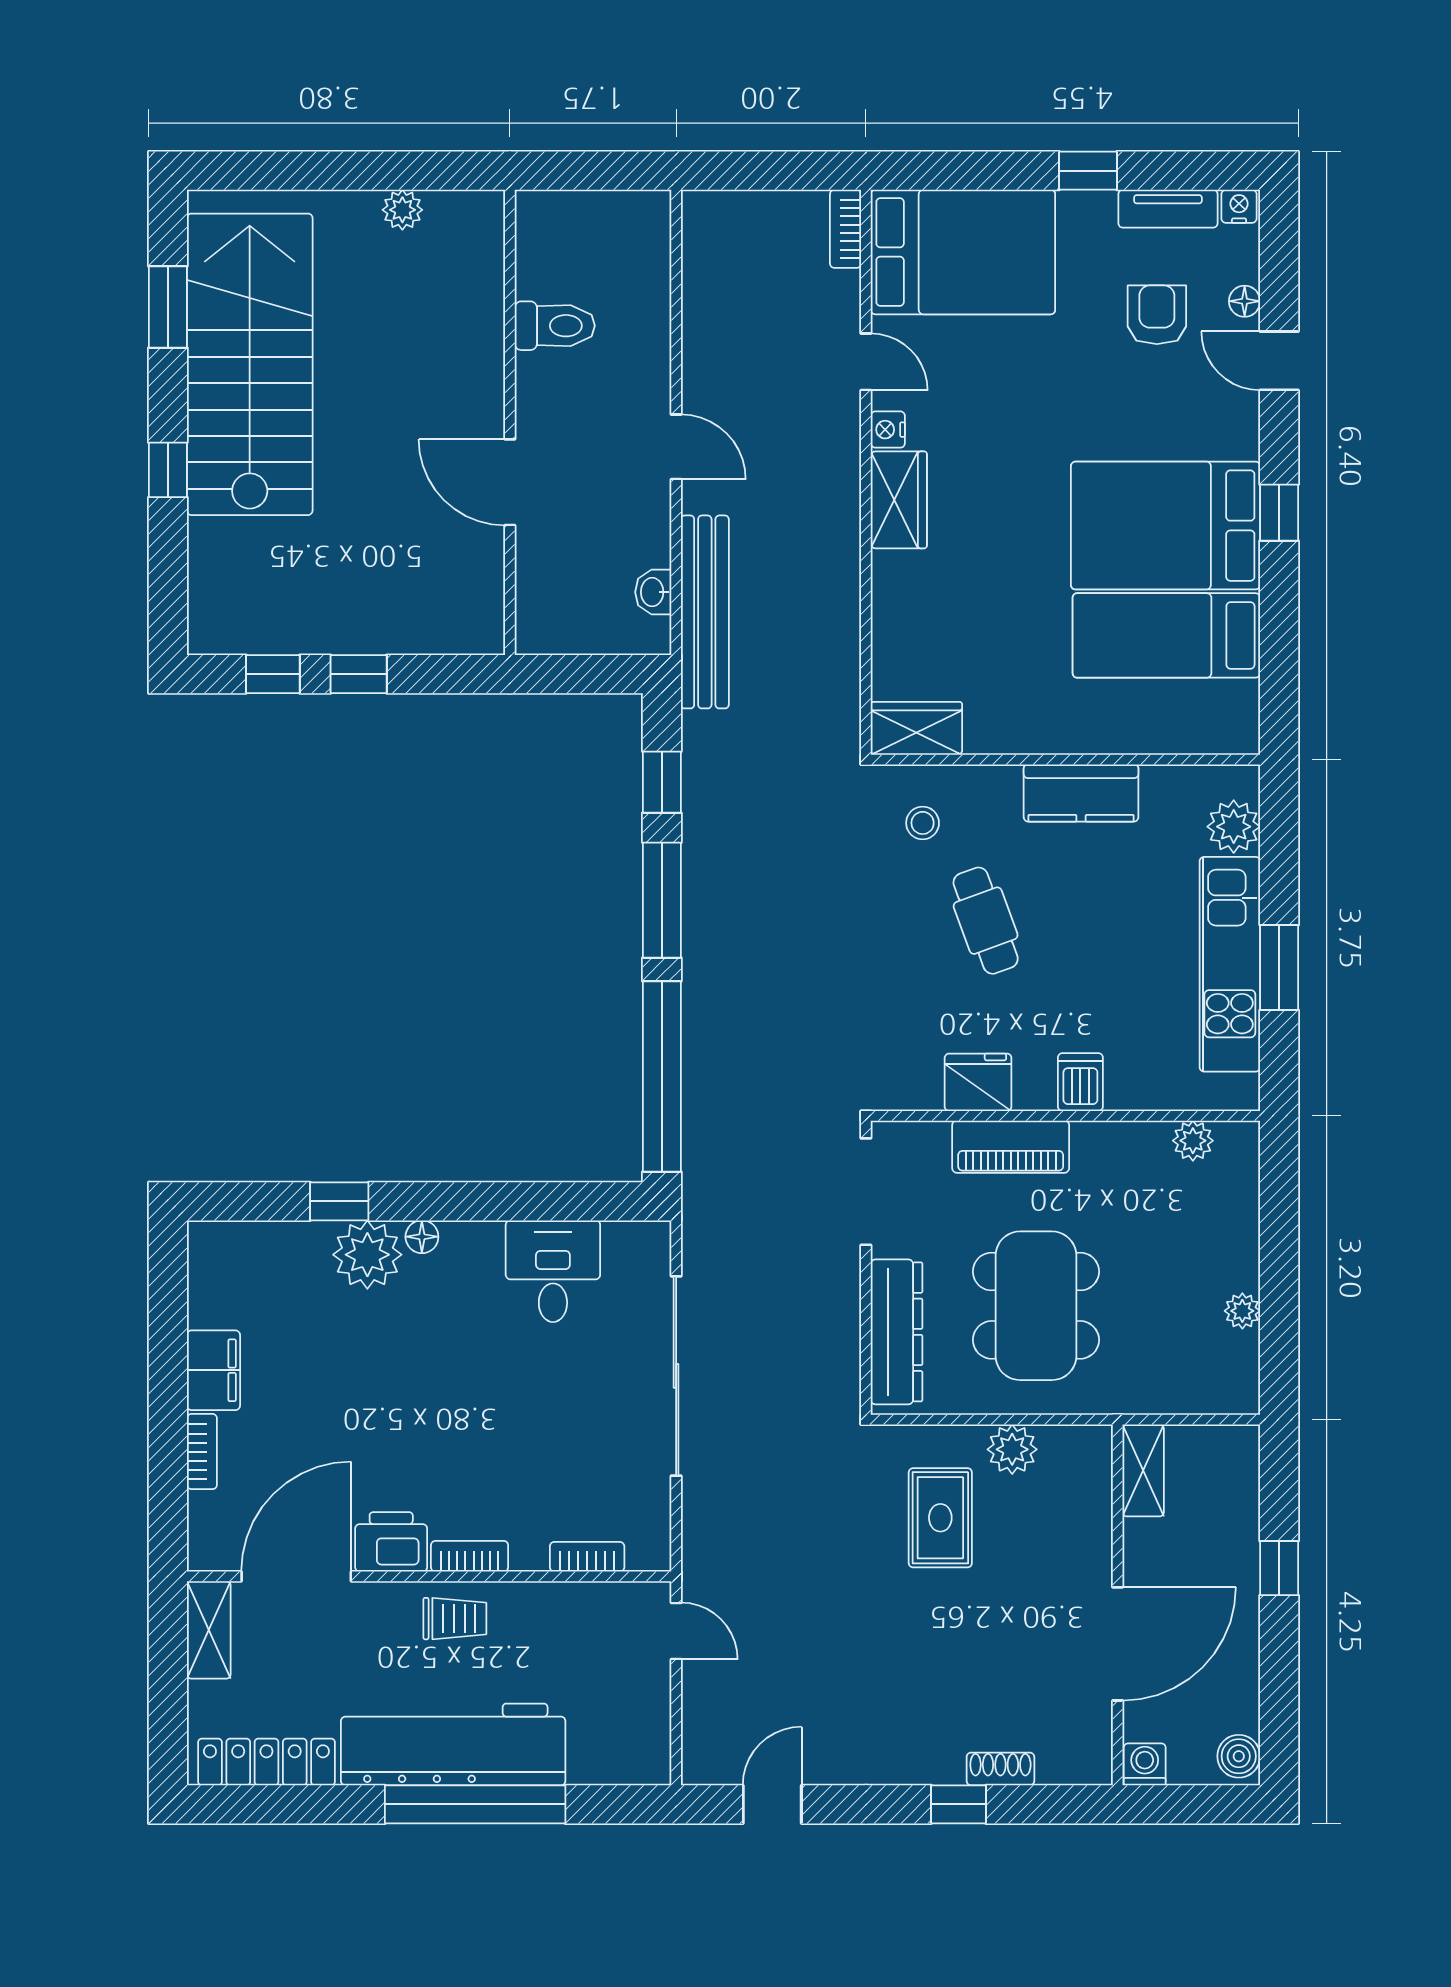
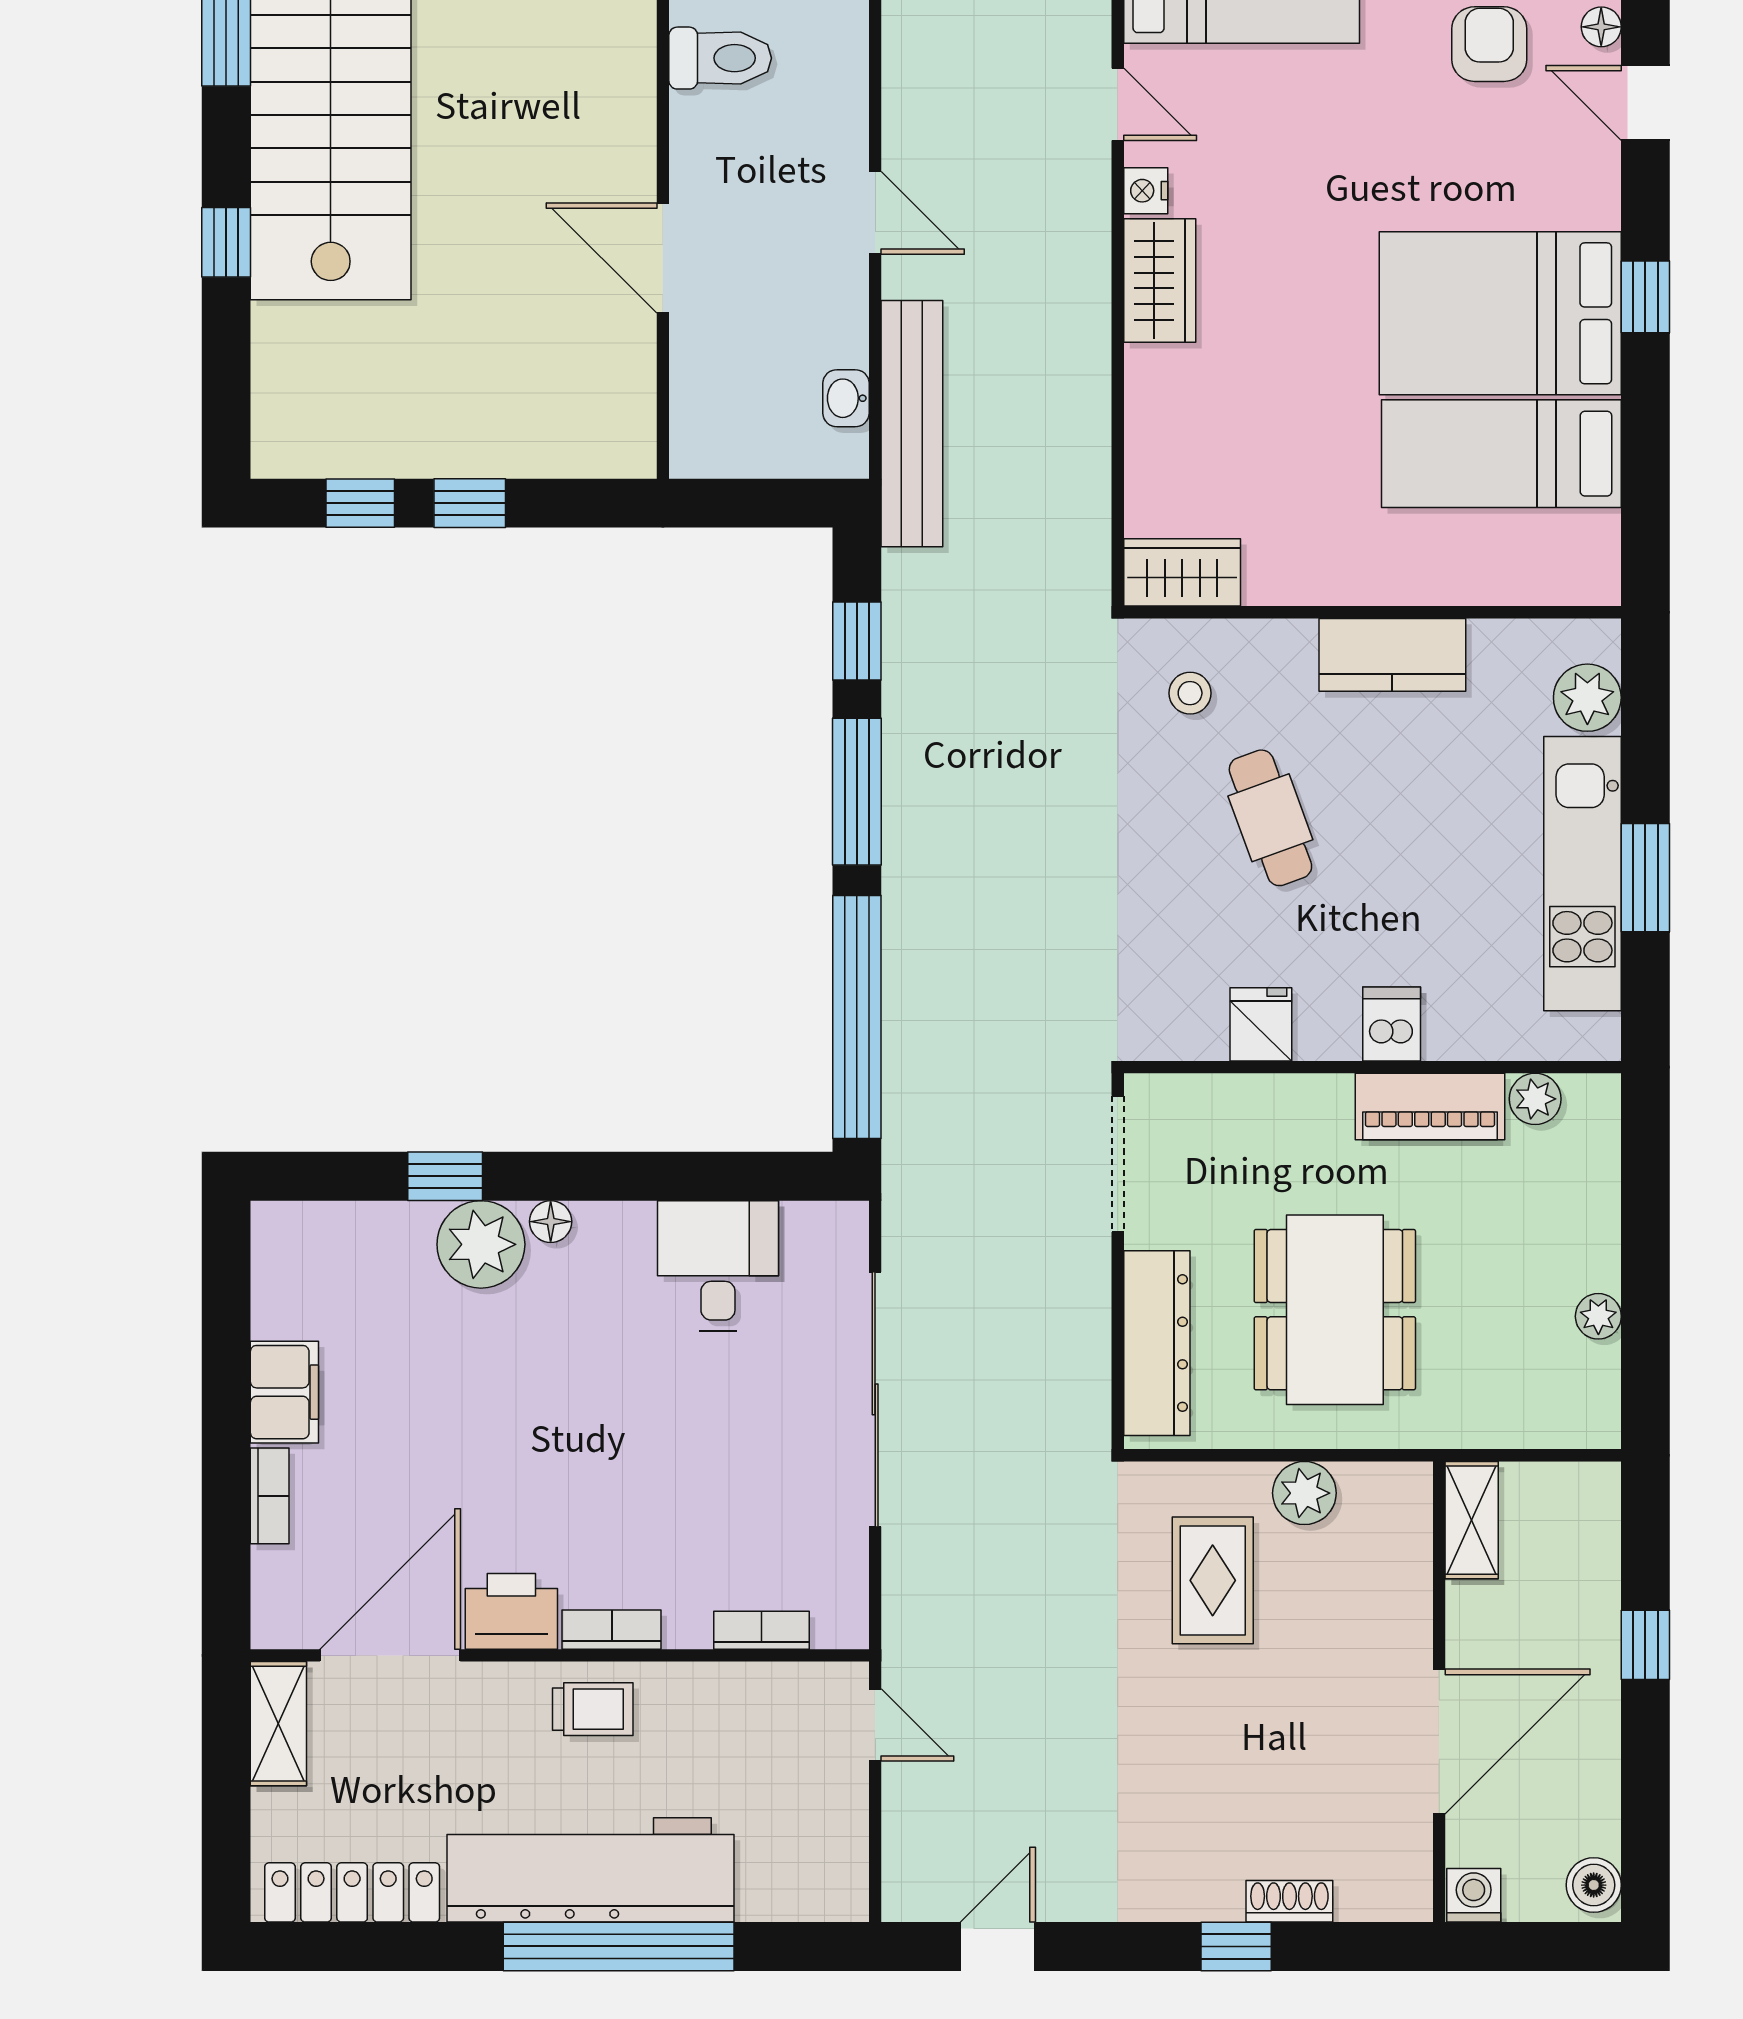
fridge: (978, 1082) -> (1261, 1024), width x0.72
piano: (1011, 1147) -> (1430, 1107), moved

